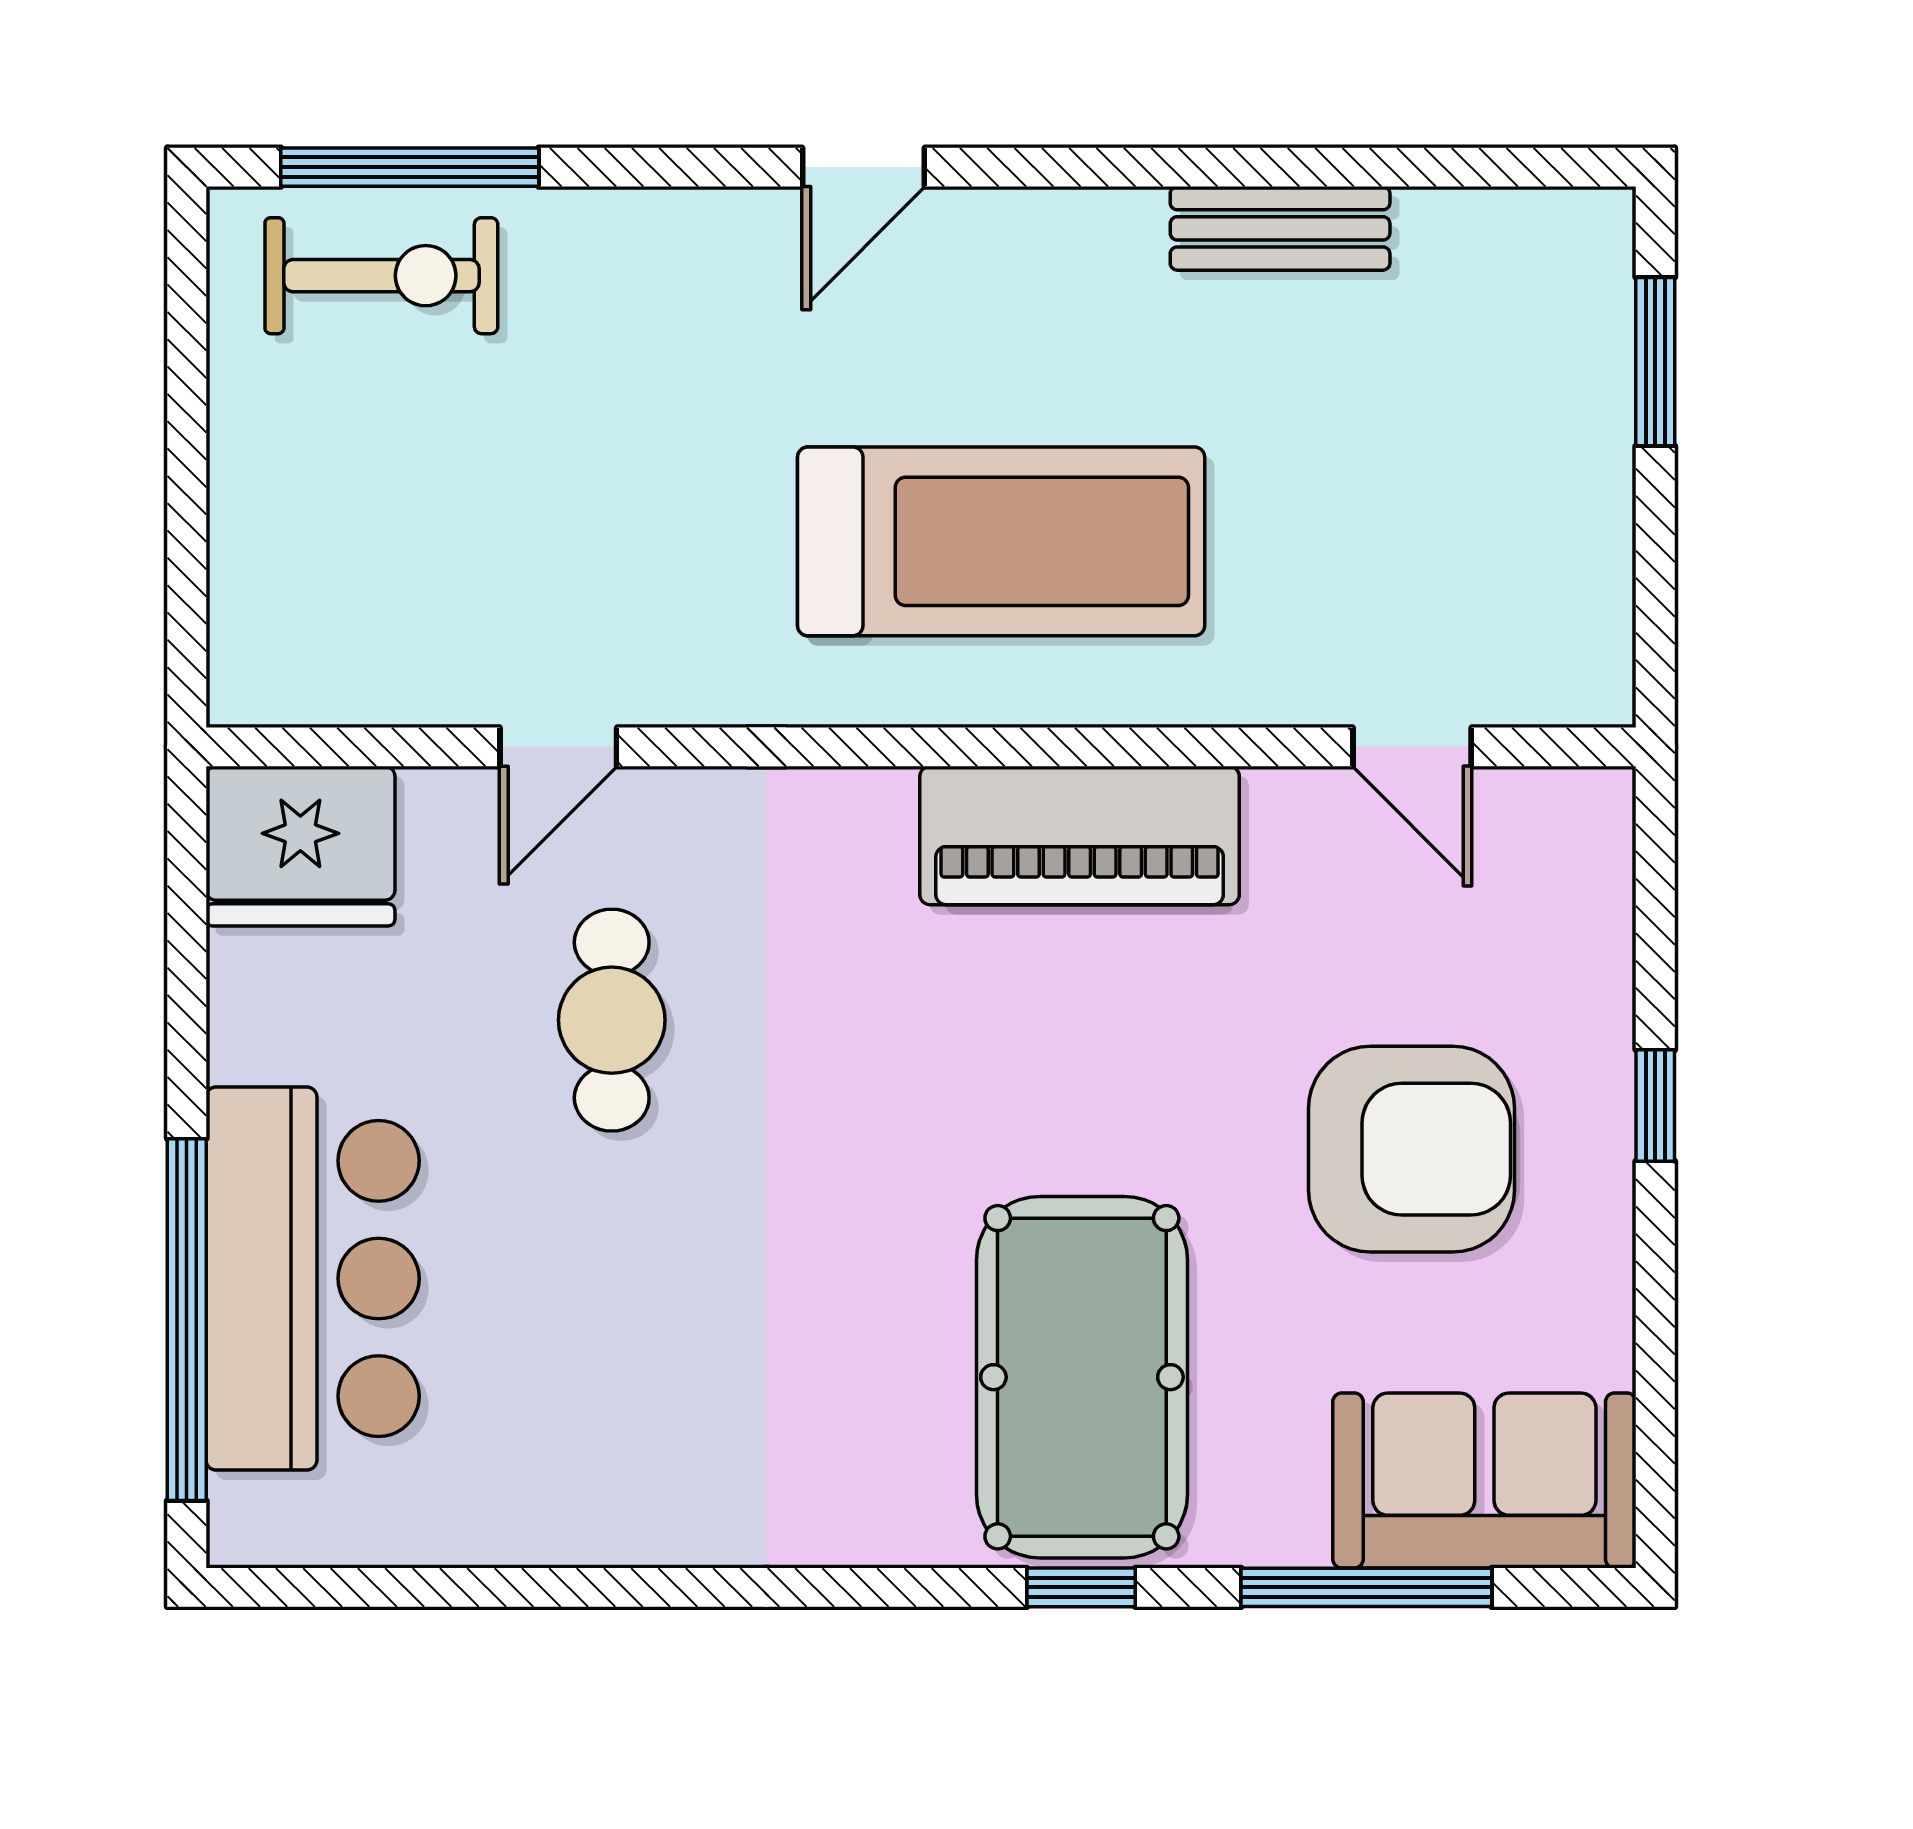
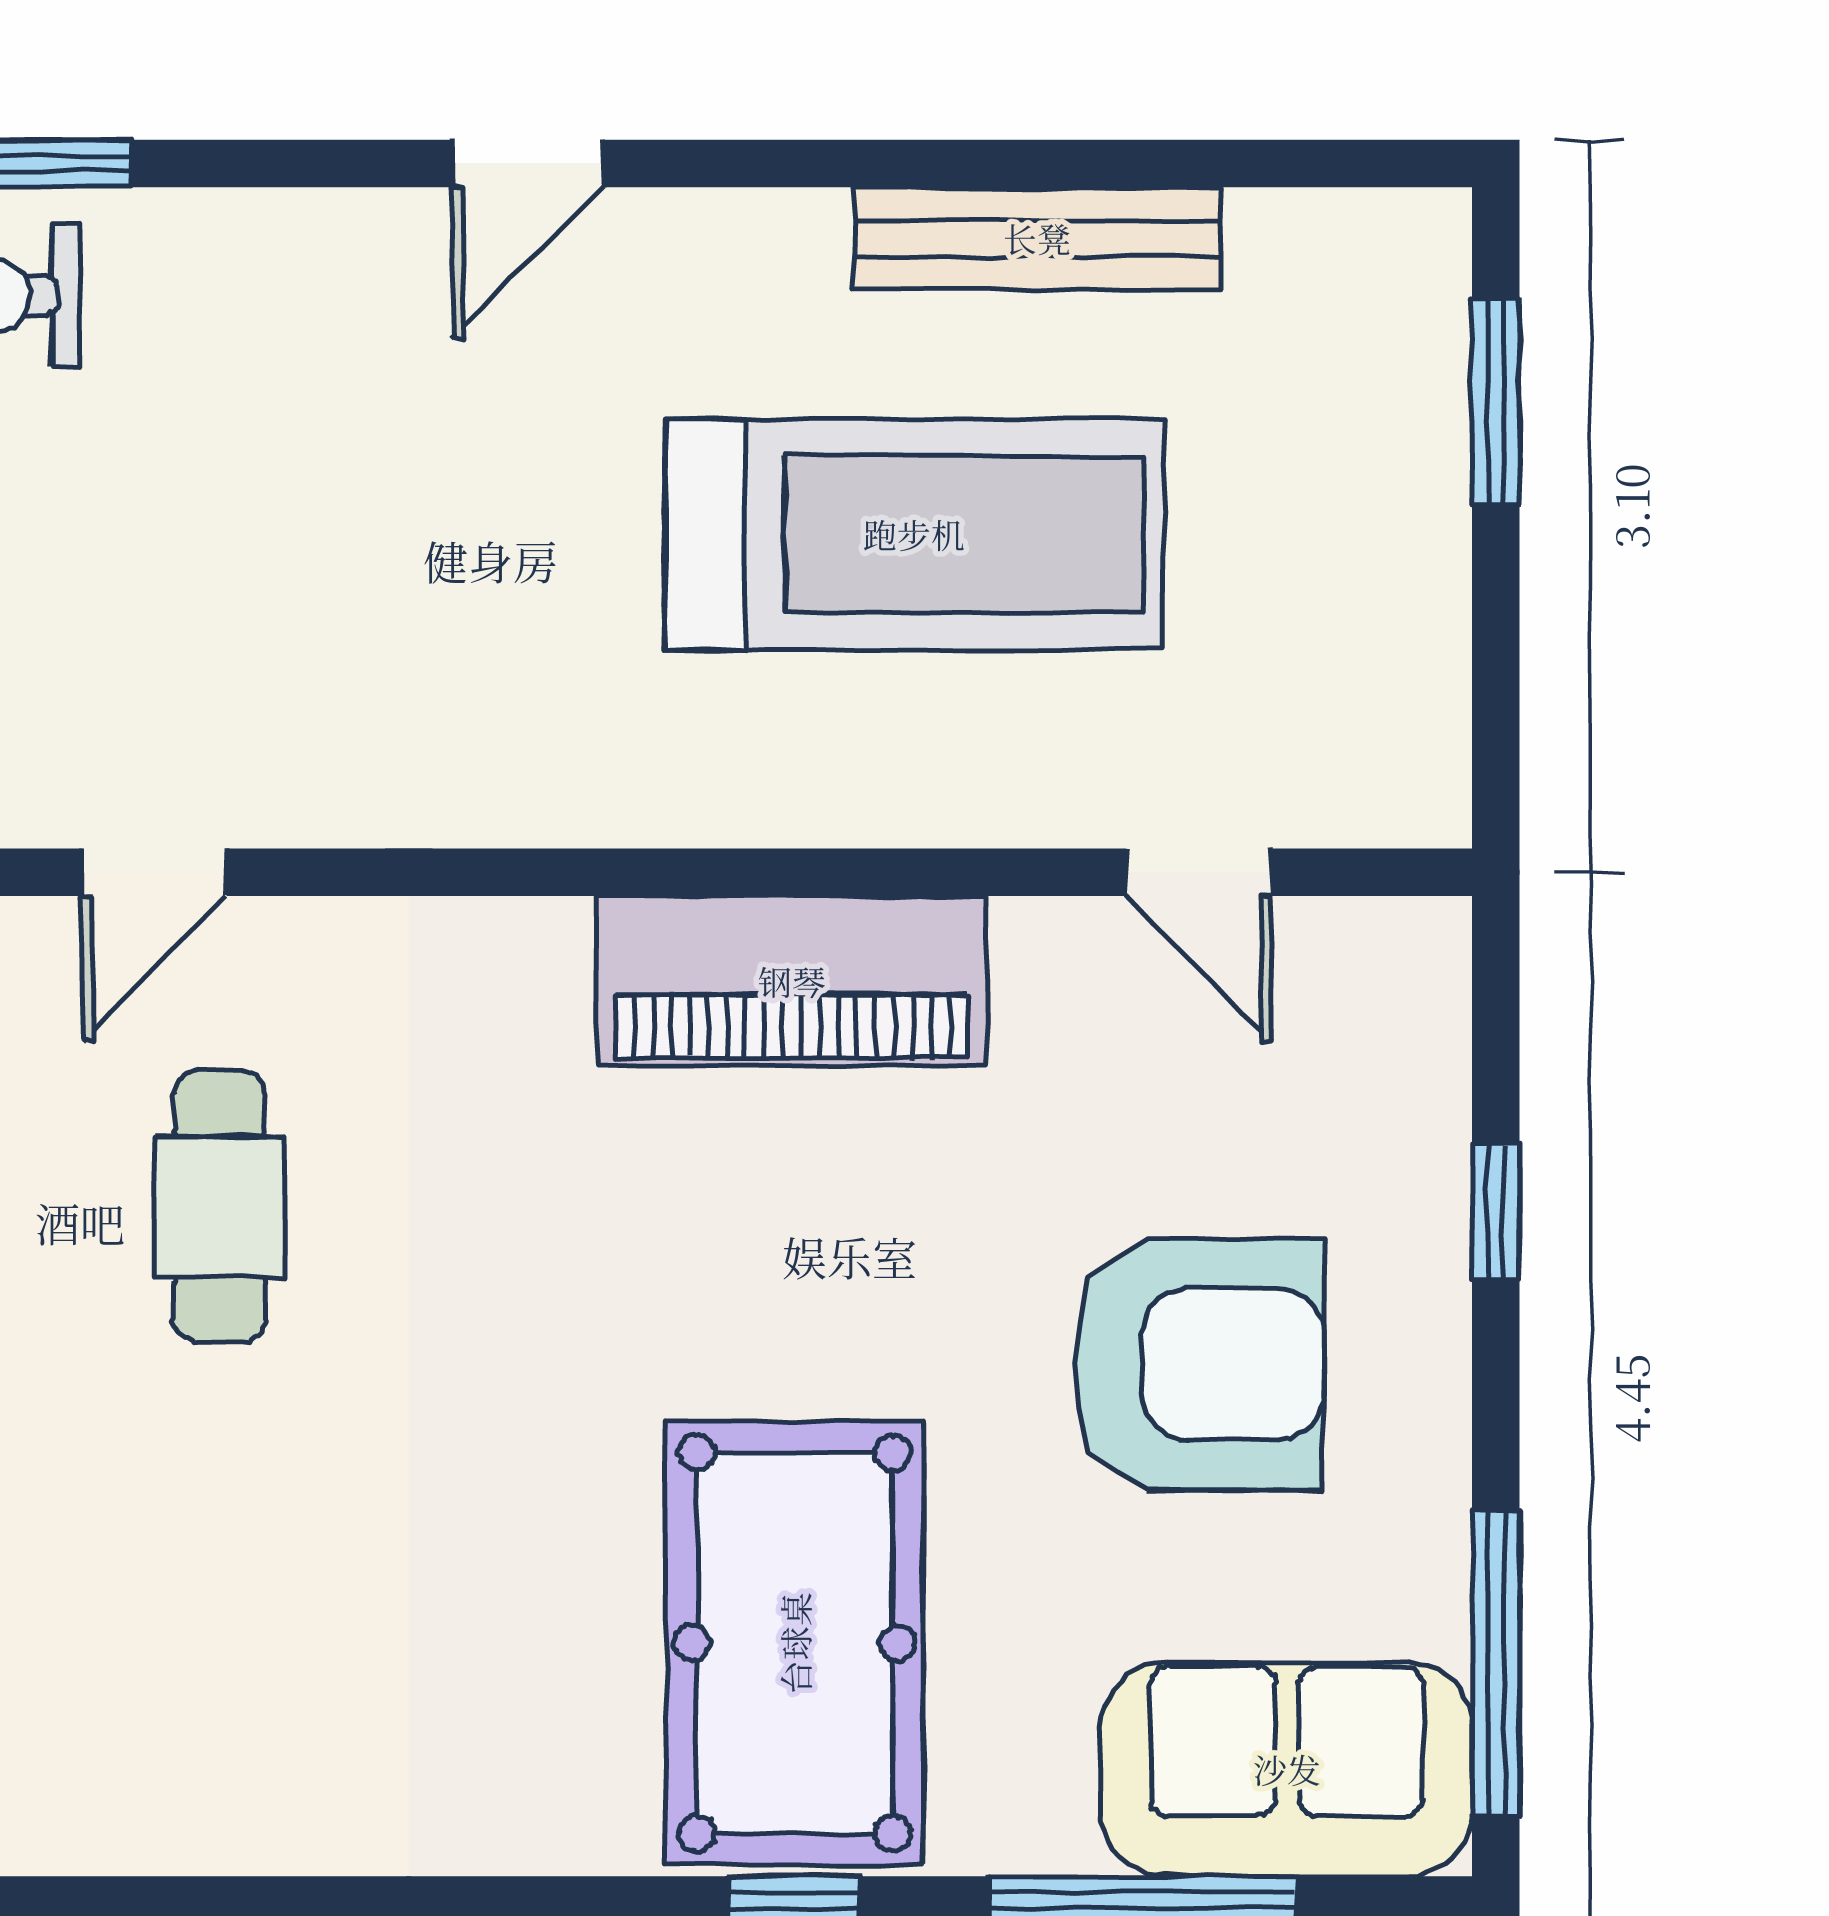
bench: (1280, 228) -> (1037, 238), width x1.36
treadmill: (1001, 541) -> (914, 534), moved
window: (1655, 1105) -> (1496, 1212), moved
window: (1655, 1394) -> (1496, 1663), added

